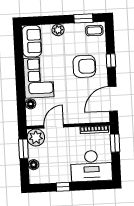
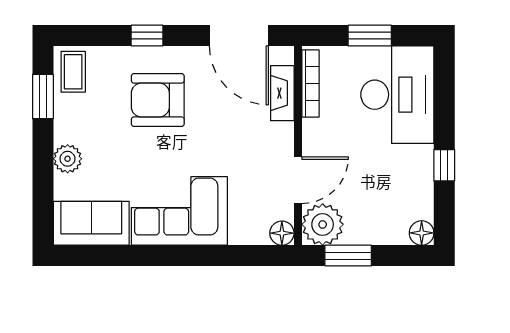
armchair: (84, 66) -> (158, 100), turned -90
floor lamp: (31, 104) -> (282, 233), moved
fireplace: (90, 118) -> (282, 93), added
door: (54, 126) -> (298, 180), swing flipped
window: (115, 143) -> (370, 36), moved
floor lamp: (34, 165) -> (422, 233), moved

